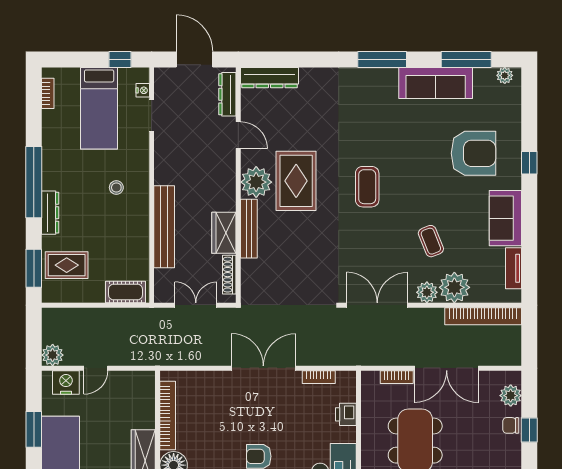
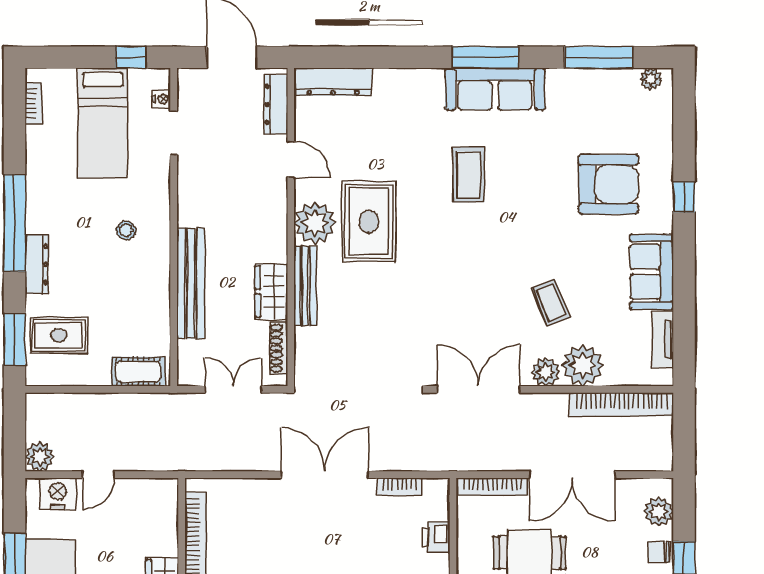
sofa: (436, 83) -> (495, 89), moved
coffee table: (367, 187) -> (469, 175), moved
bookcase: (397, 377) -> (492, 487), width x1.56

